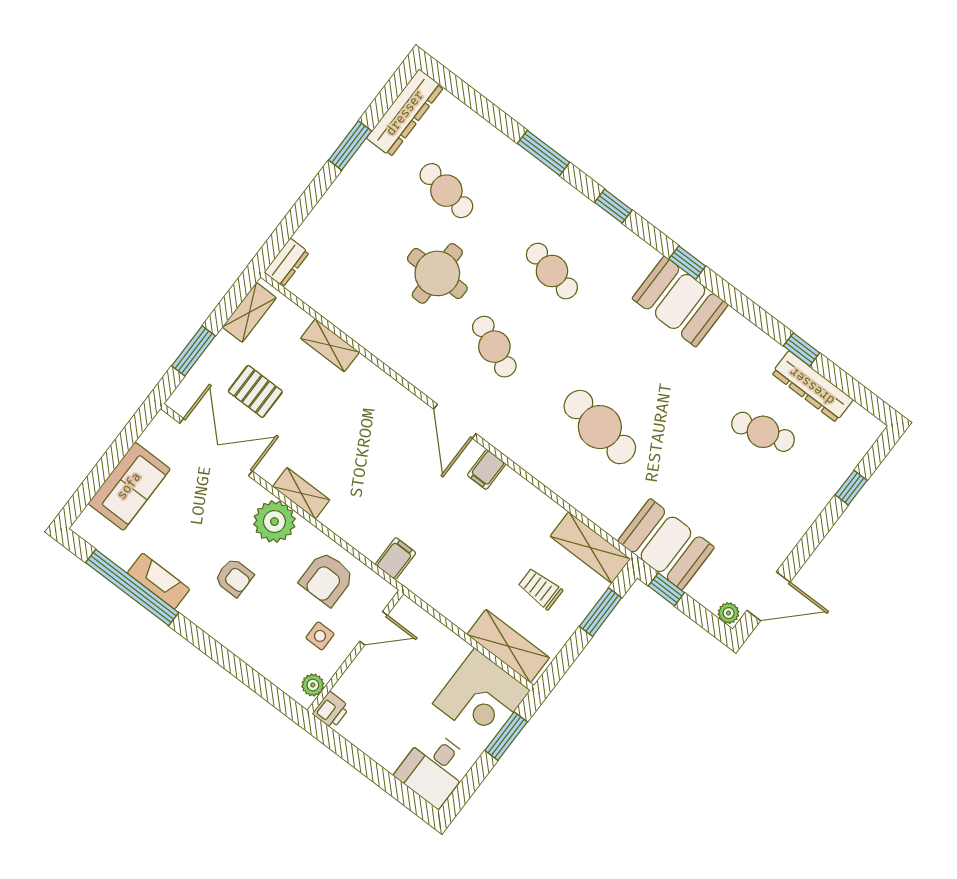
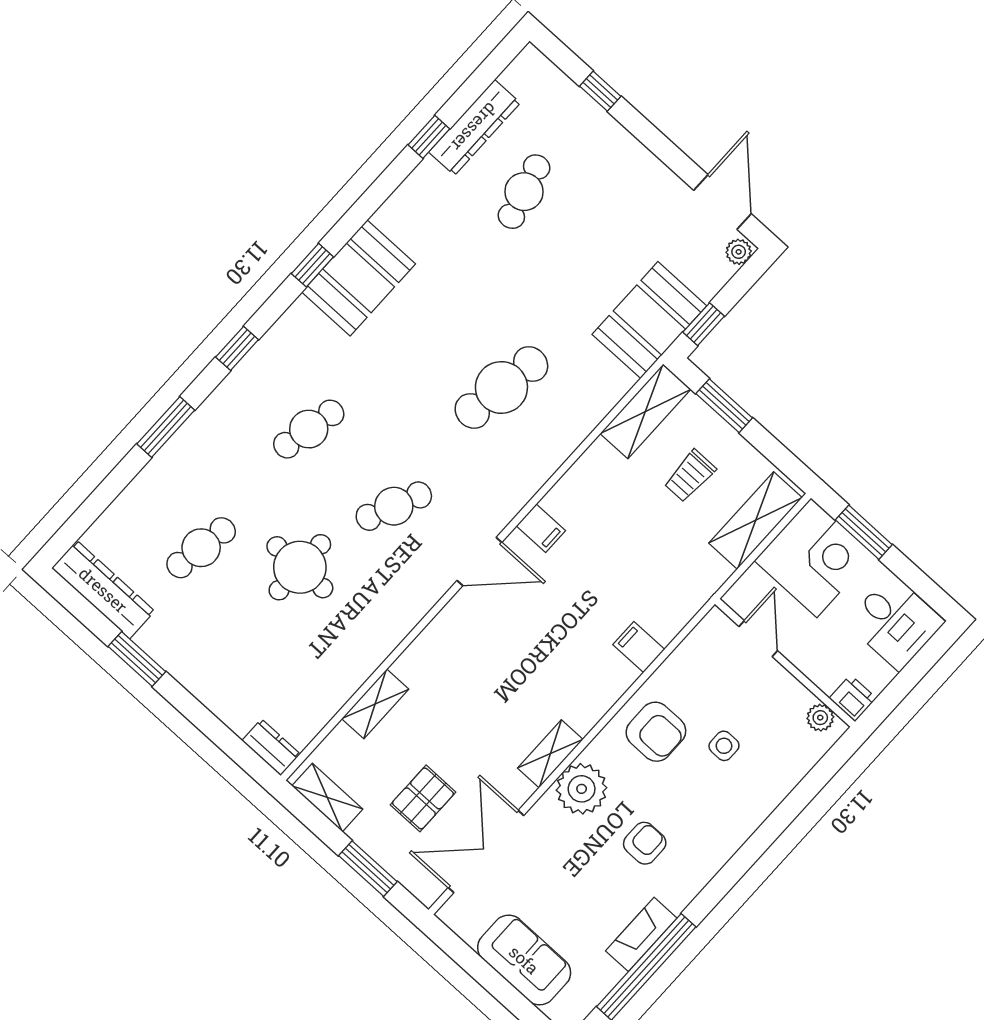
door: (374, 628) -> (758, 639), moved
wall: (355, 652) -> (785, 663), moved
plant: (313, 685) -> (820, 718), moved
printer: (331, 710) -> (853, 698), moved

